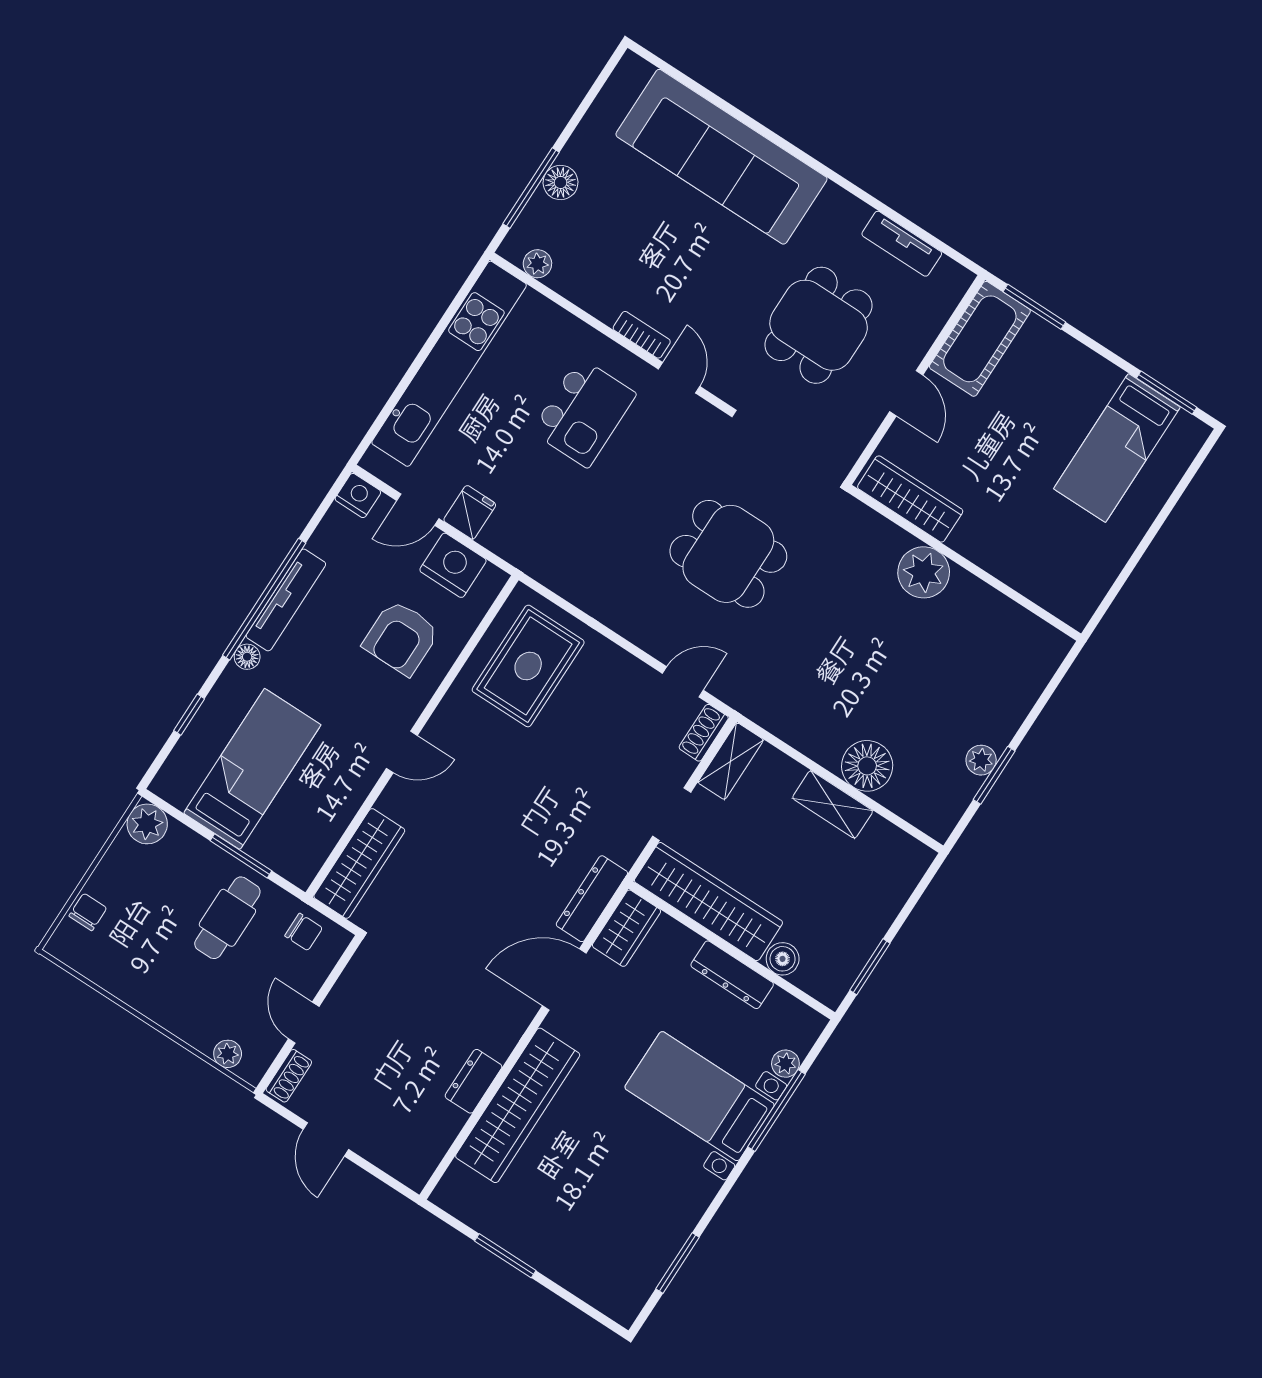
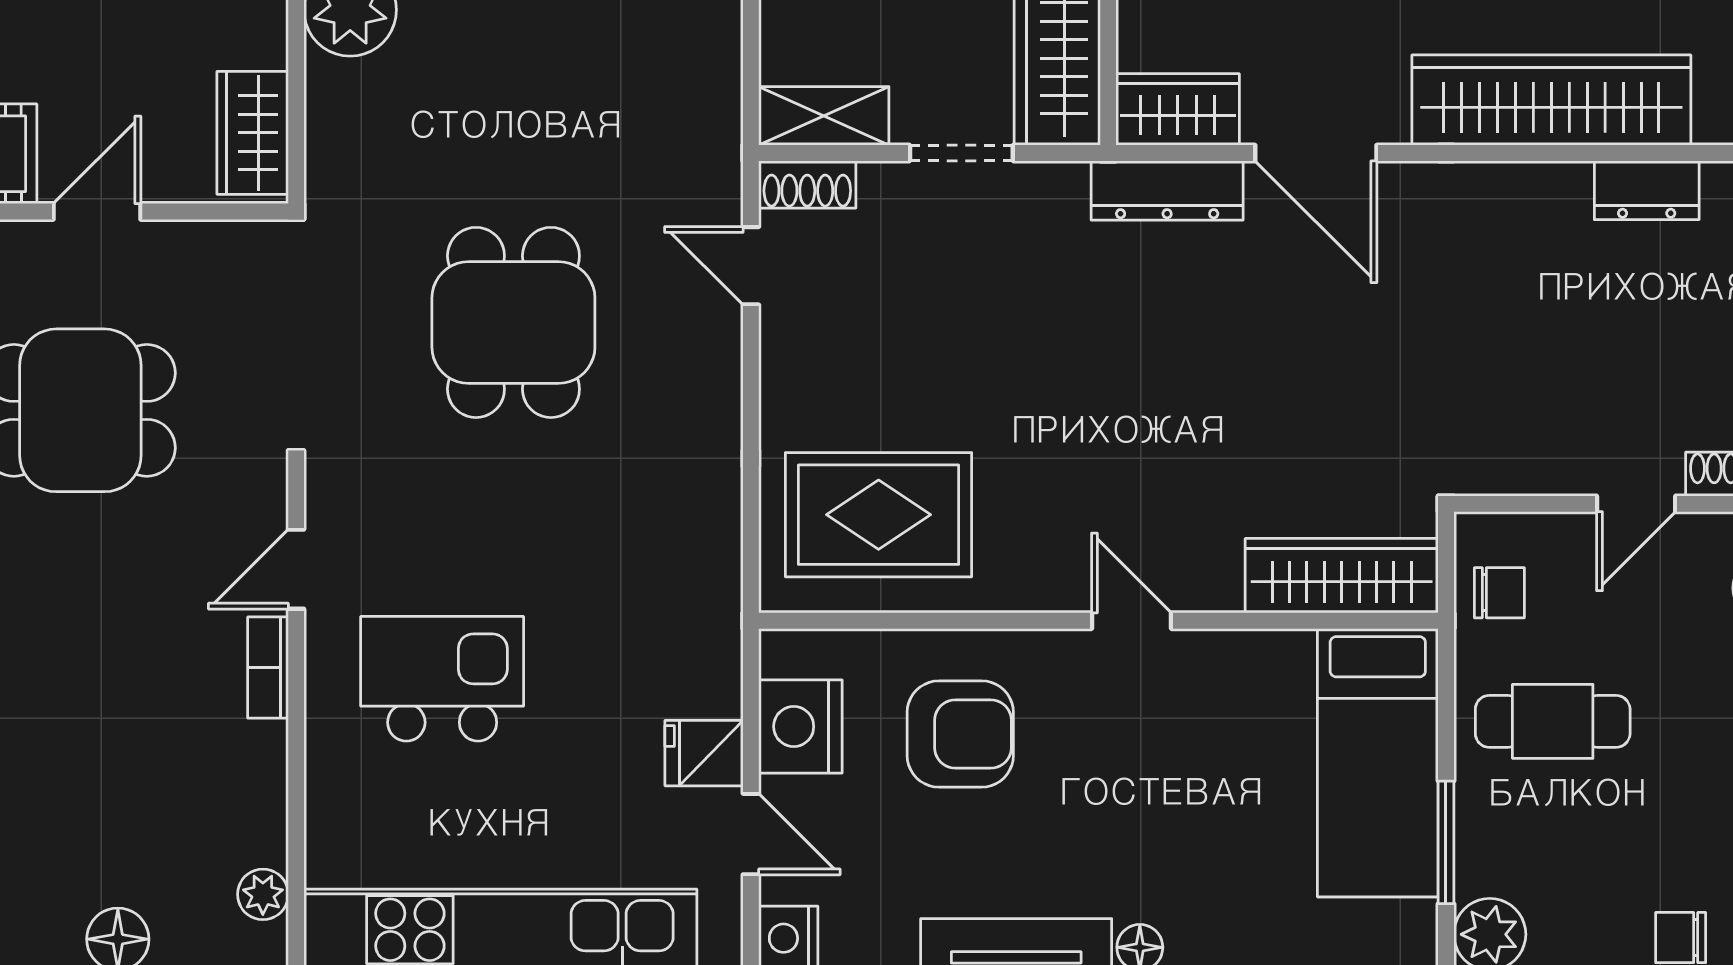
wardrobe: (910, 499) -> (253, 133), width x0.67
bed: (252, 769) -> (1378, 763), moved, turned -90
window: (241, 856) -> (1446, 842), moved
chair: (304, 932) -> (1499, 593), turned 90
dresser: (474, 1081) -> (1647, 190), moved

